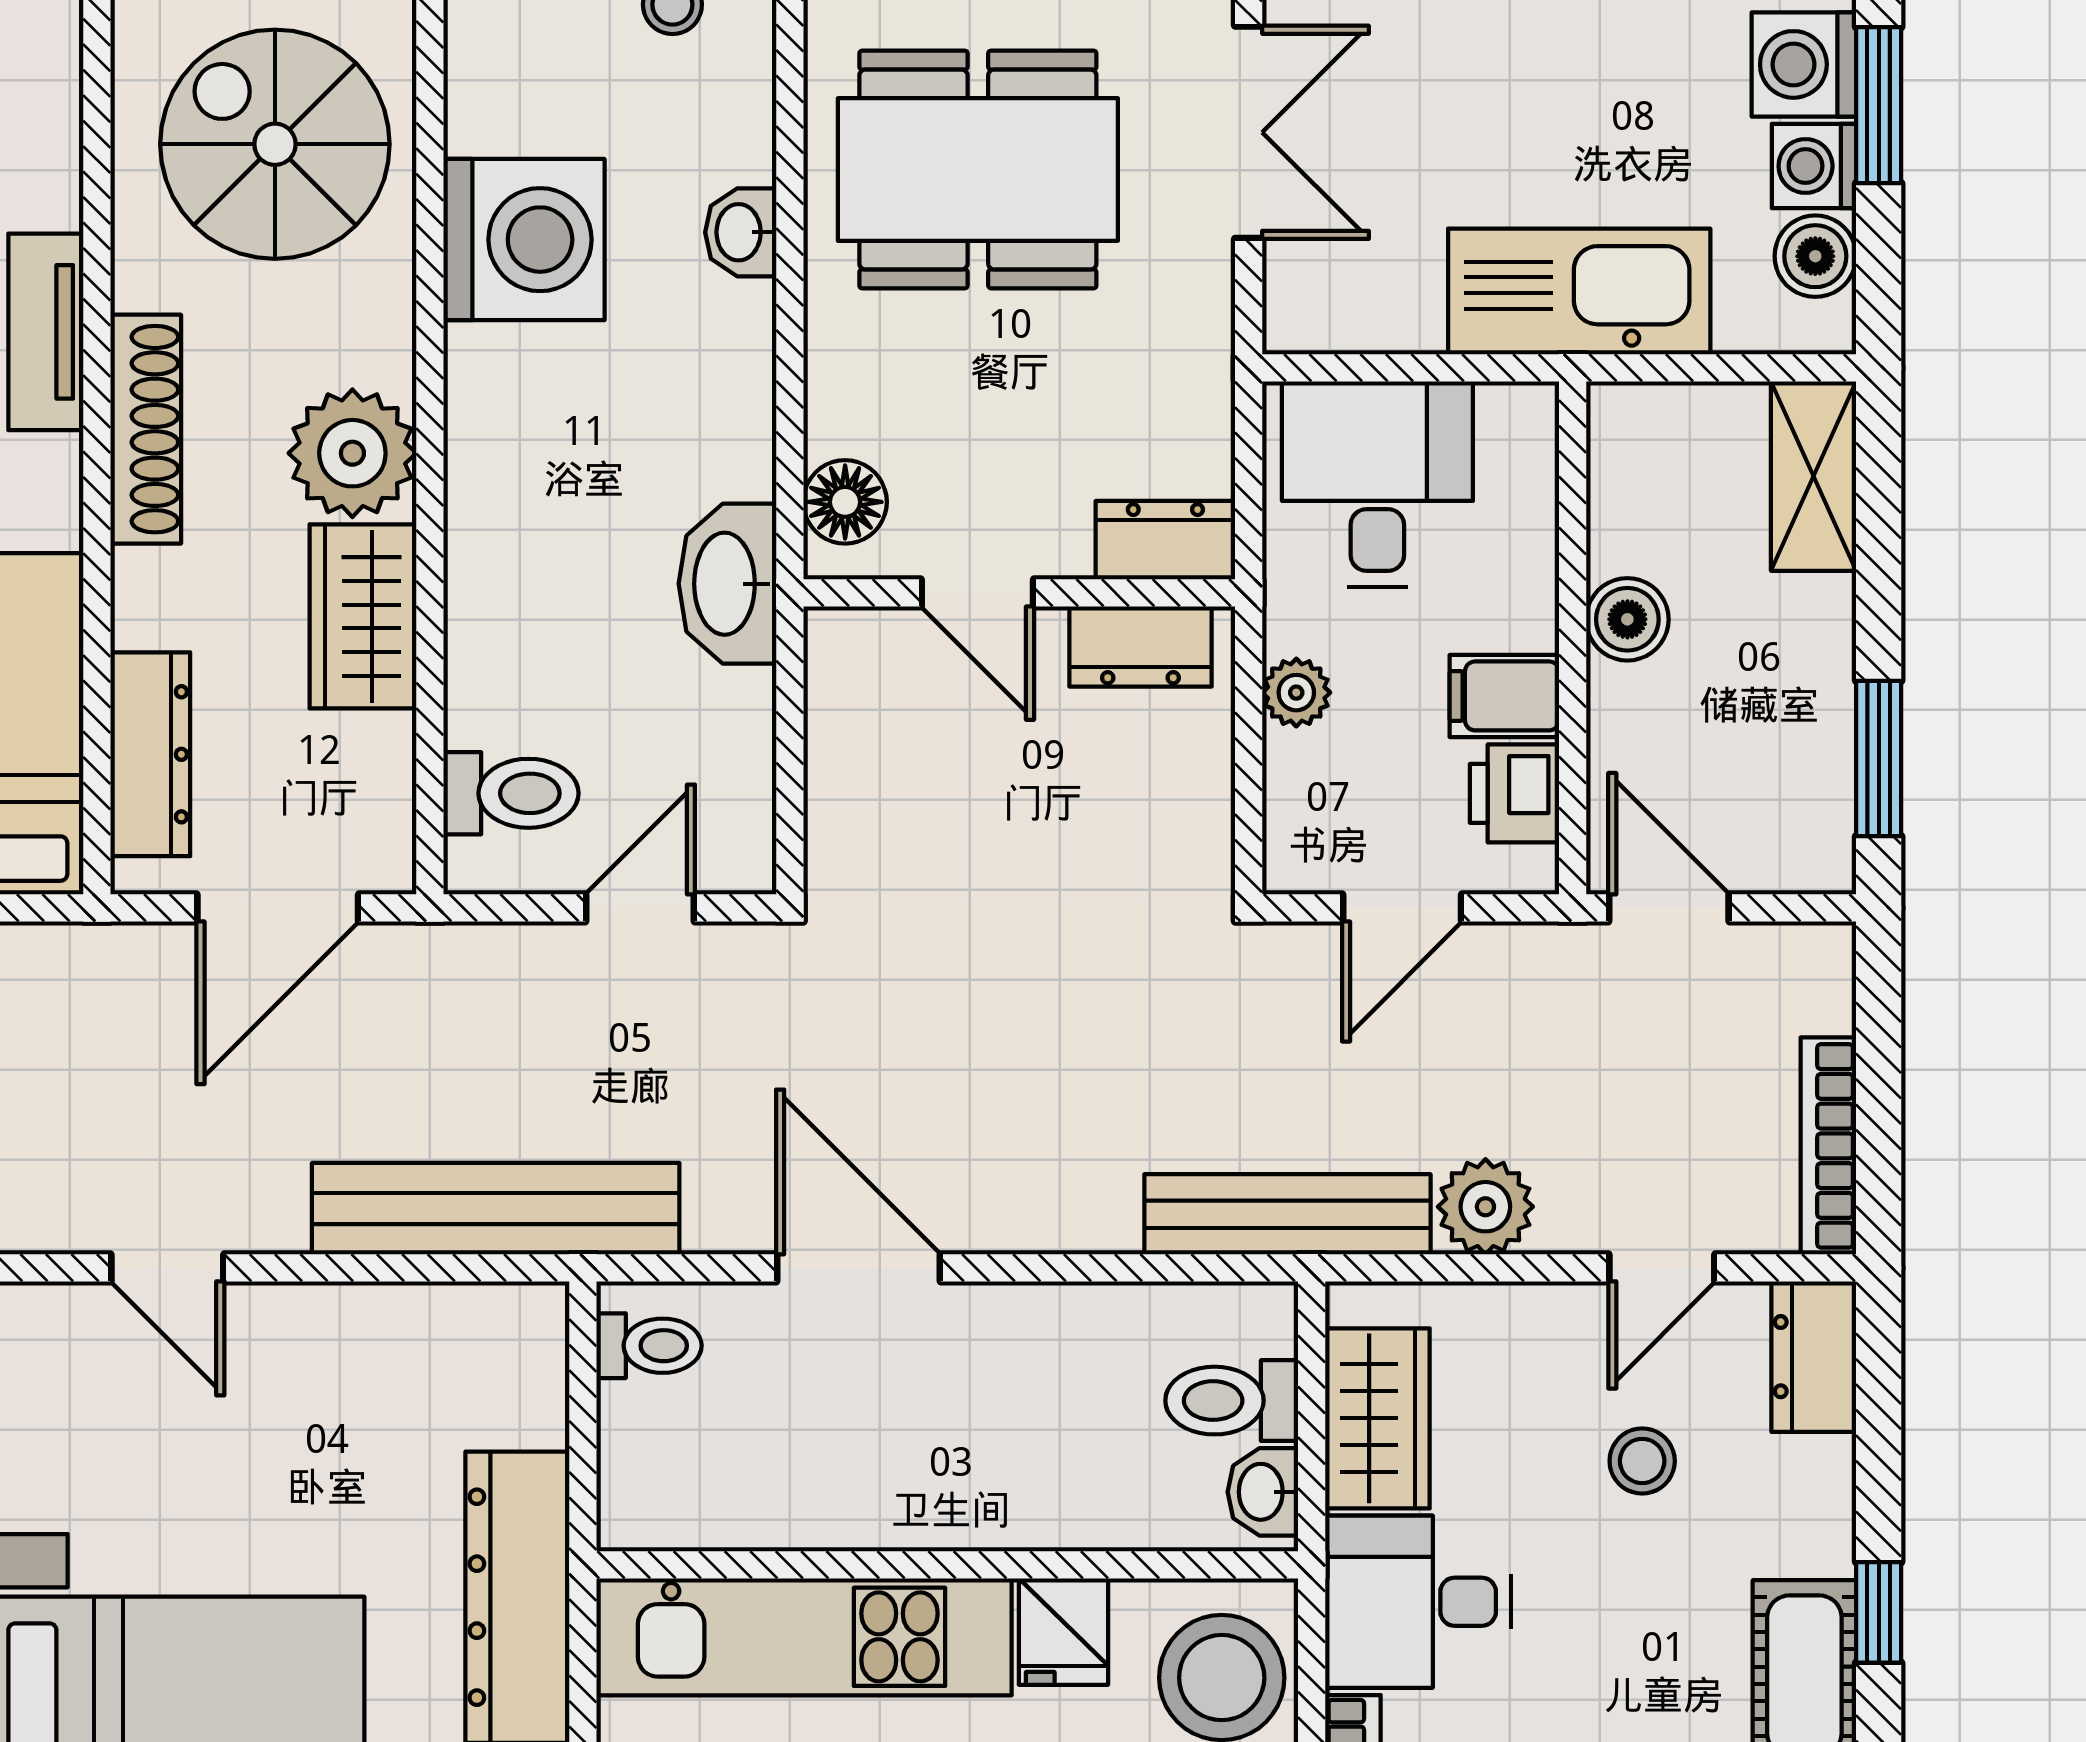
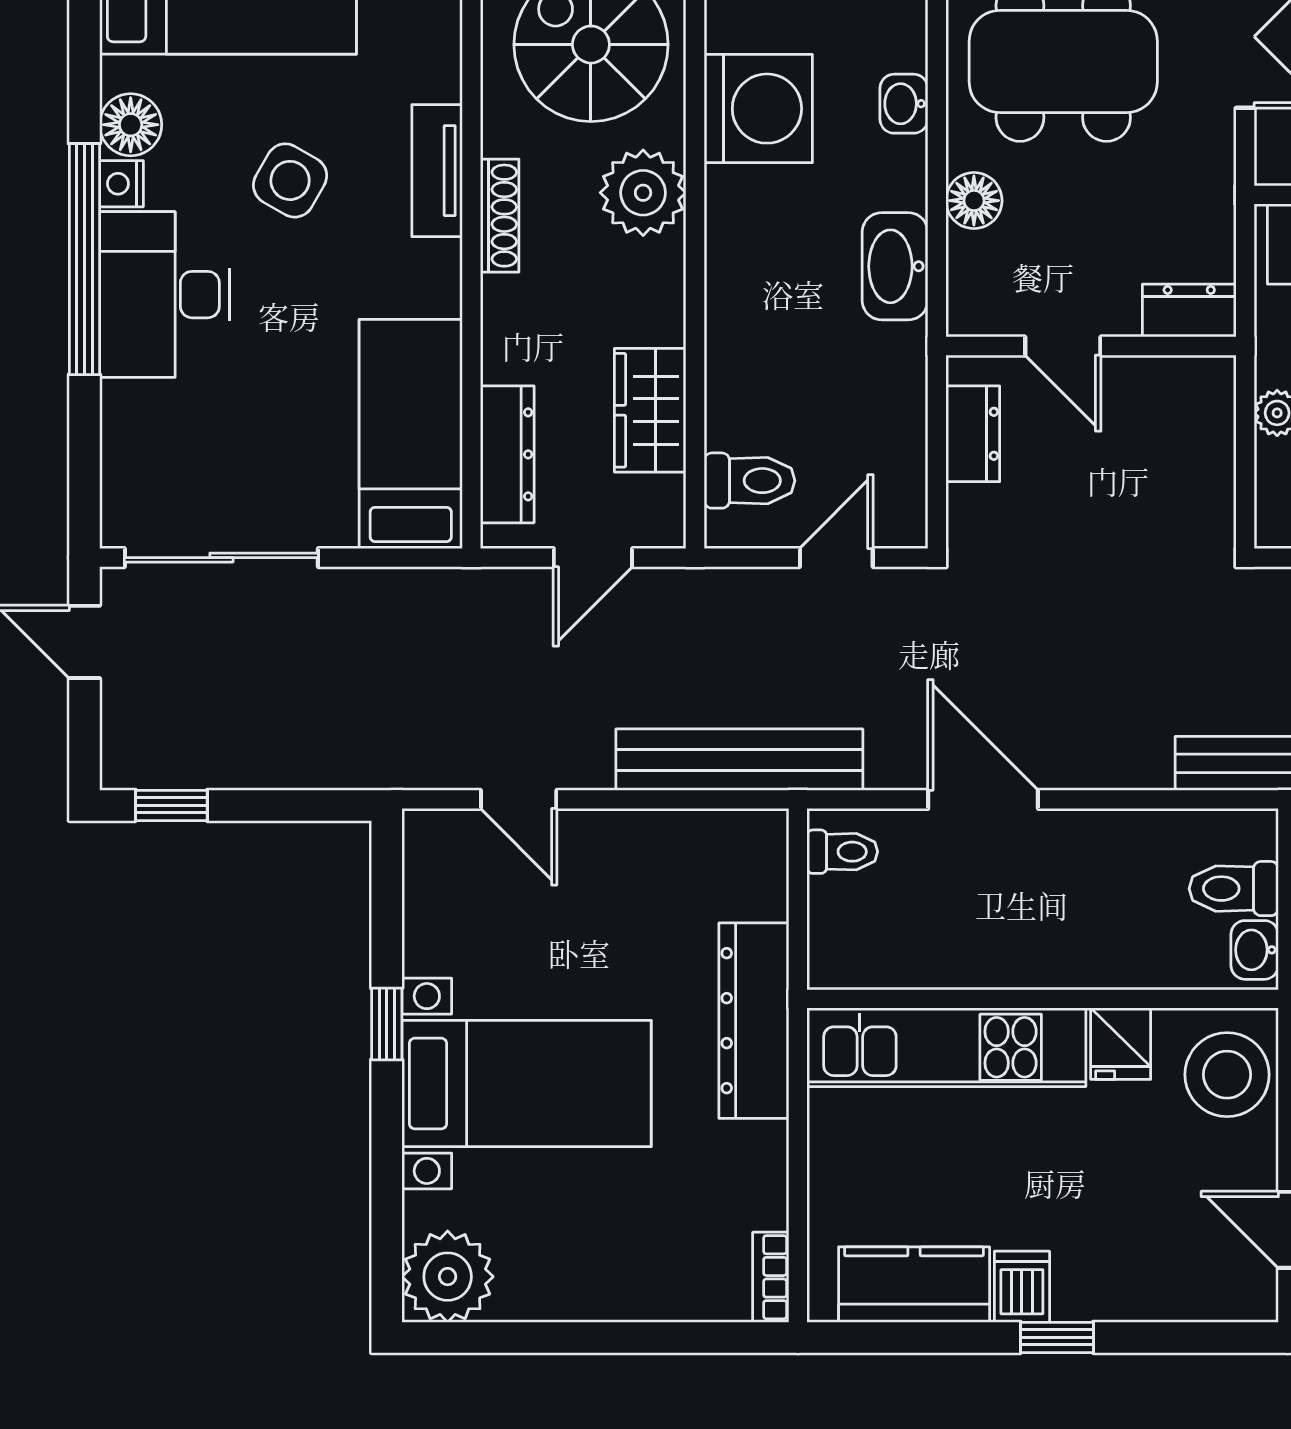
shoe rack: (146, 429) -> (500, 216), width x0.74, depth x0.81
plant: (352, 453) -> (643, 193), moved
floor lamp: (845, 502) -> (974, 201), moved
washbasin: (727, 584) -> (895, 266), moved
wardrobe: (363, 616) -> (650, 410), moved
dresser: (1140, 647) -> (973, 434), moved, turned -90
door: (278, 908) -> (593, 558), width x0.73

